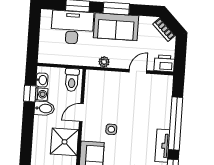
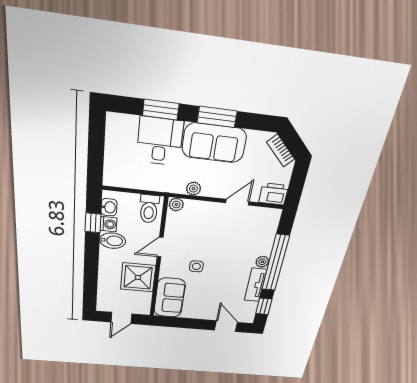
desk: (72, 27) -> (160, 141), width x0.73
plant: (92, 75) -> (176, 205), added
plant: (165, 123) -> (262, 262), added

